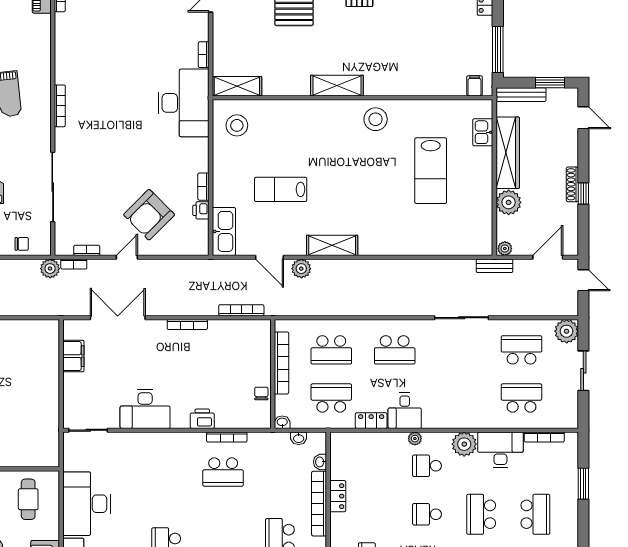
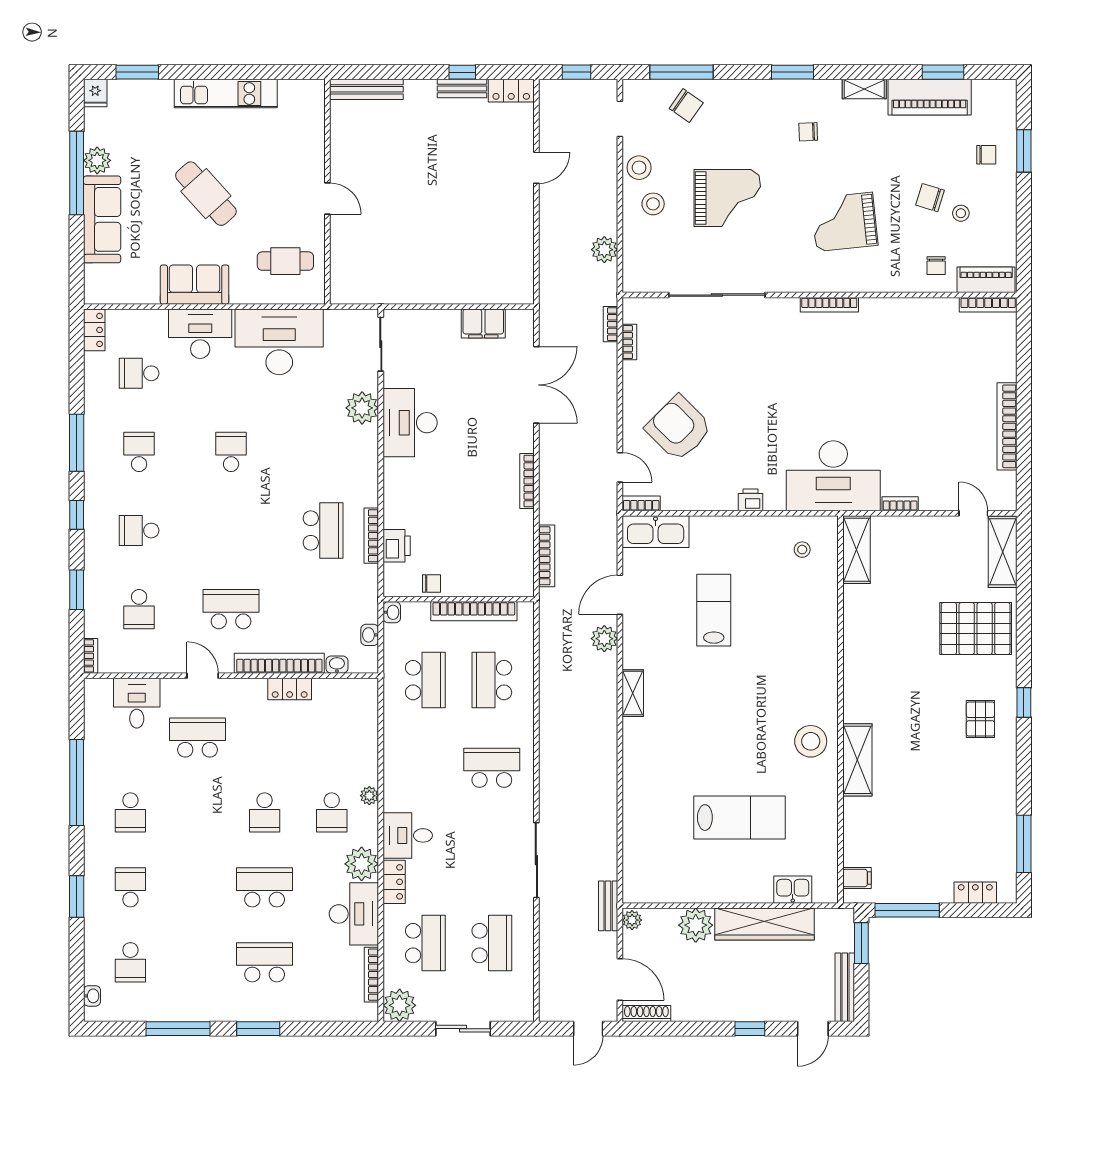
window: (550, 83) -> (861, 943), moved
shelving: (337, 86) -> (857, 760), moved
bench: (521, 95) -> (845, 987), moved
stool: (237, 125) -> (802, 550), width x0.53, depth x0.53
lab bench: (431, 171) -> (740, 818), turned 180
shoe rack: (572, 184) -> (646, 1013), moved
bookcase: (203, 187) -> (641, 503), moved
window: (583, 194) -> (750, 1029), moved
printer: (201, 210) -> (750, 500), moved
chair: (22, 244) -> (936, 266), moved
shelving: (332, 245) -> (633, 693), width x0.67, depth x0.75
door: (127, 257) -> (620, 467), moved
plant: (50, 269) -> (604, 250), moved
plant: (567, 331) -> (400, 1005), moved
school desk: (395, 350) -> (492, 768), turned 90
desk: (405, 411) -> (408, 835), moved
printer: (202, 419) -> (397, 546), moved
locker: (371, 421) -> (394, 882), moved
plant: (134, 444) -> (362, 408), added
school desk: (427, 466) -> (332, 812), turned 180
school desk: (223, 472) -> (323, 531), turned 180
window: (583, 484) -> (258, 1029), moved
school desk: (427, 514) -> (265, 812), turned 180
school desk: (535, 514) -> (265, 962), turned 180

